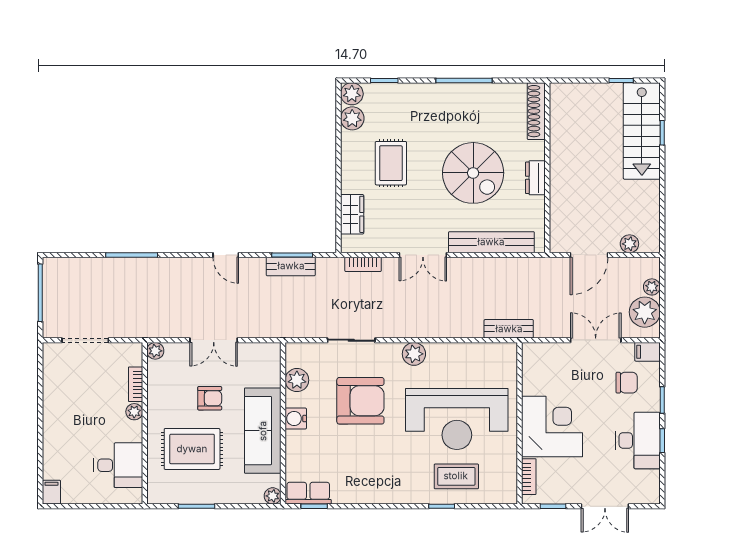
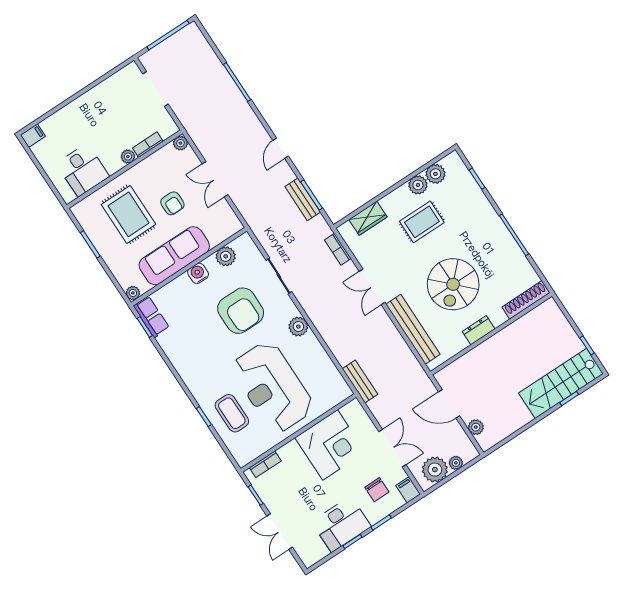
plant: (352, 94) -> (418, 185), moved
corner desk: (552, 427) -> (330, 445), moved

